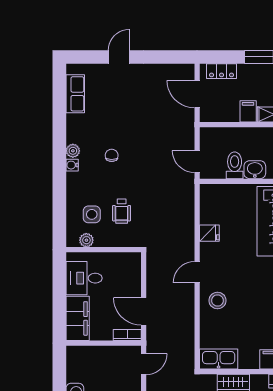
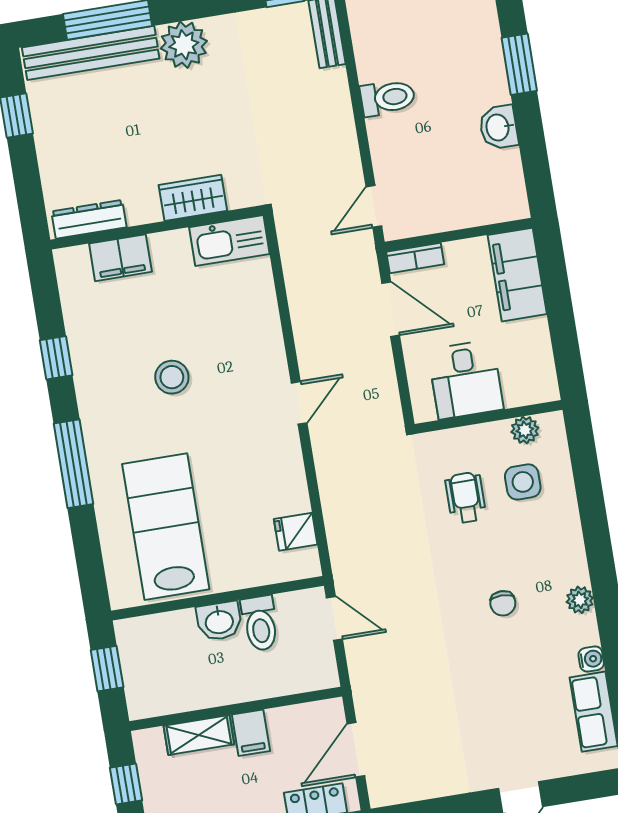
door: (197, 94) -> (356, 750), swing flipped
water cooler: (72, 165) -> (591, 659), moved
fridge: (209, 233) -> (296, 532), moved
desk: (84, 278) -> (466, 380), moved, turned 90
stool: (217, 300) -> (172, 377), moved

